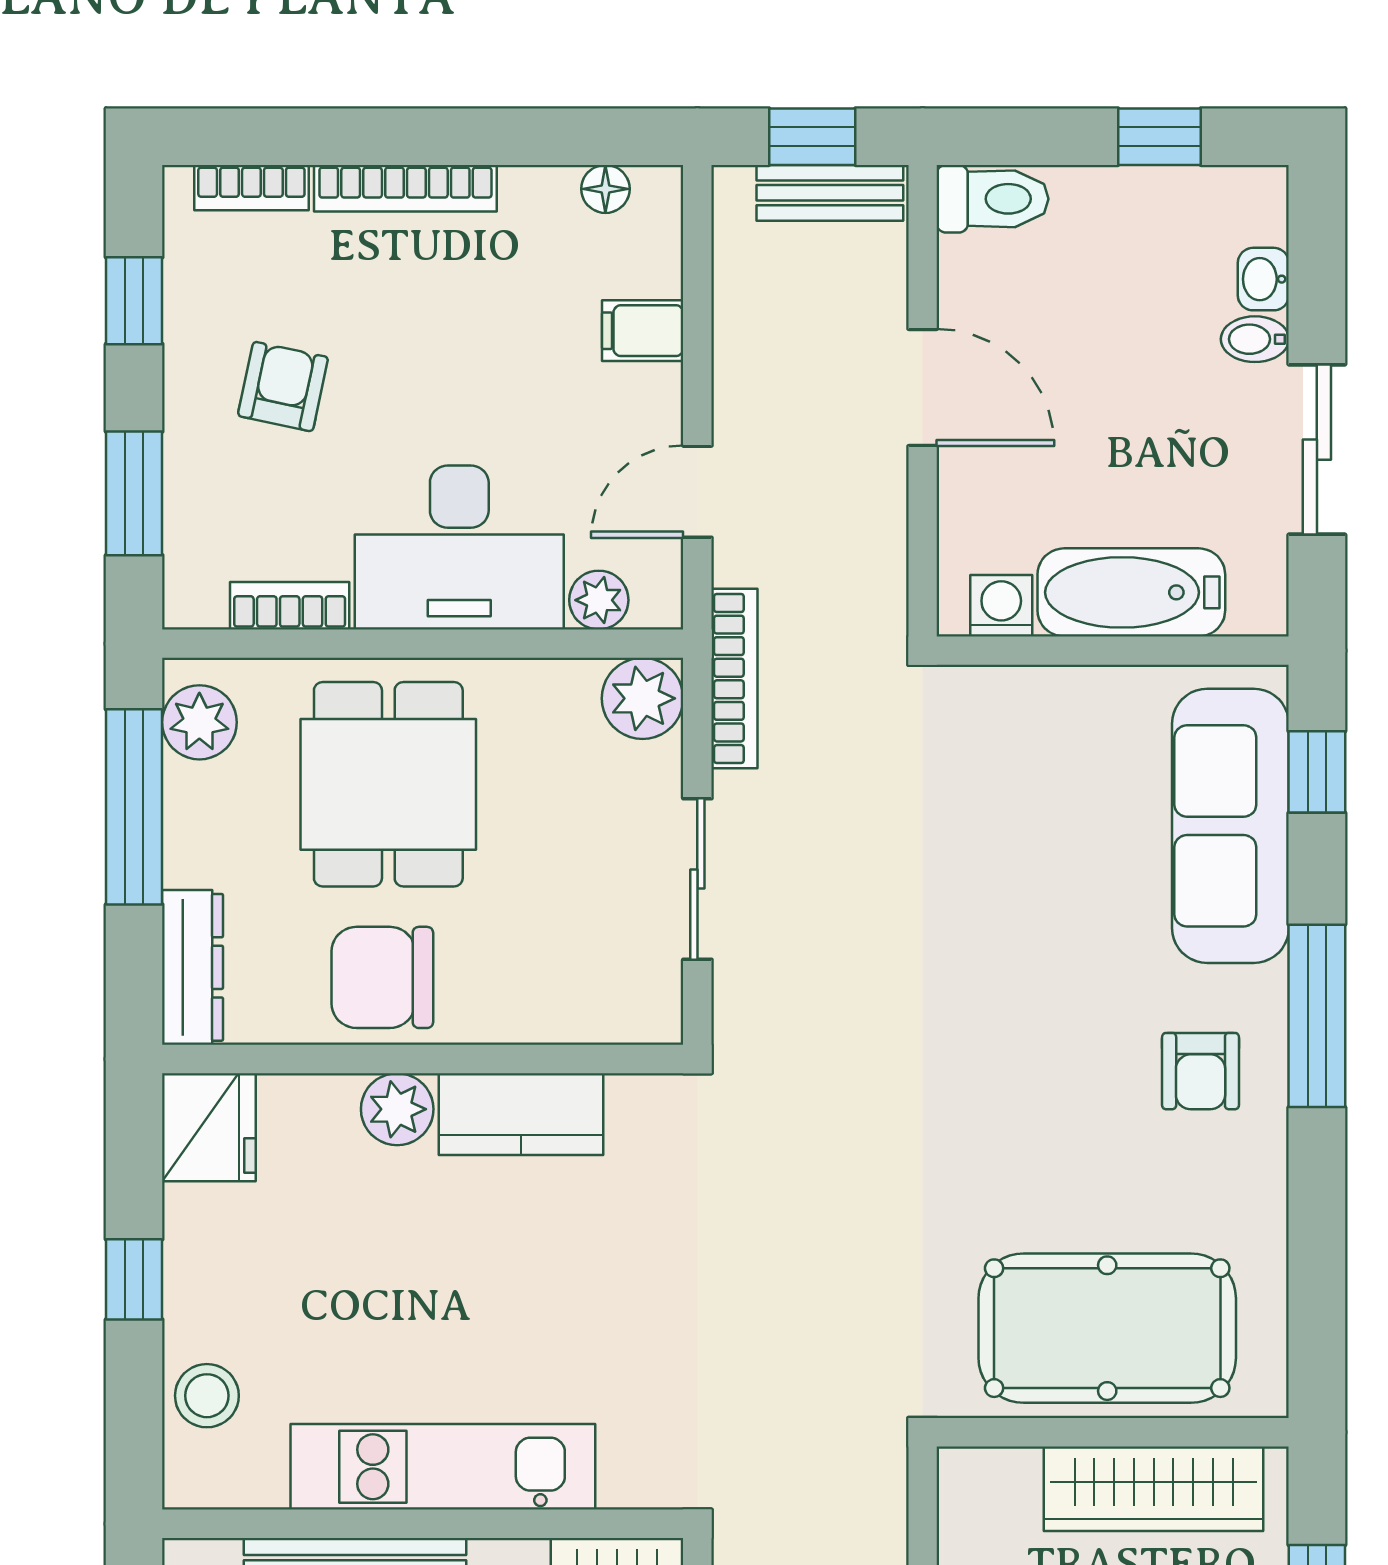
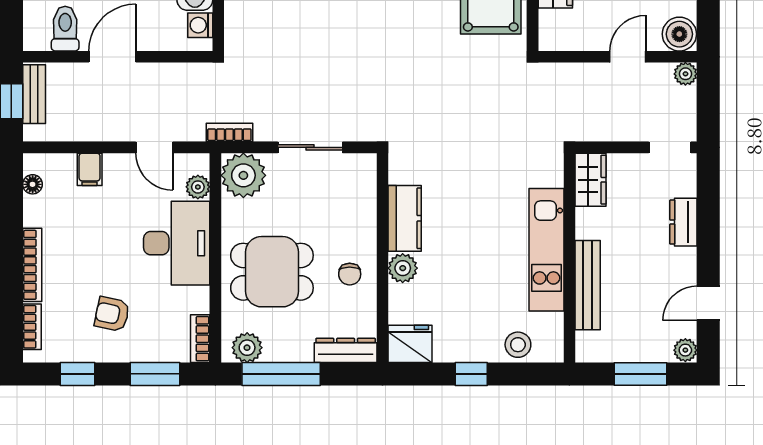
toilet: (993, 199) -> (65, 29), moved
bookcase: (290, 606) -> (200, 339), moved
bookcase: (734, 679) -> (229, 132), width x0.64
plant: (643, 698) -> (243, 175), width x1.36, depth x1.36
chair: (382, 977) -> (350, 274), width x0.54, depth x0.54

